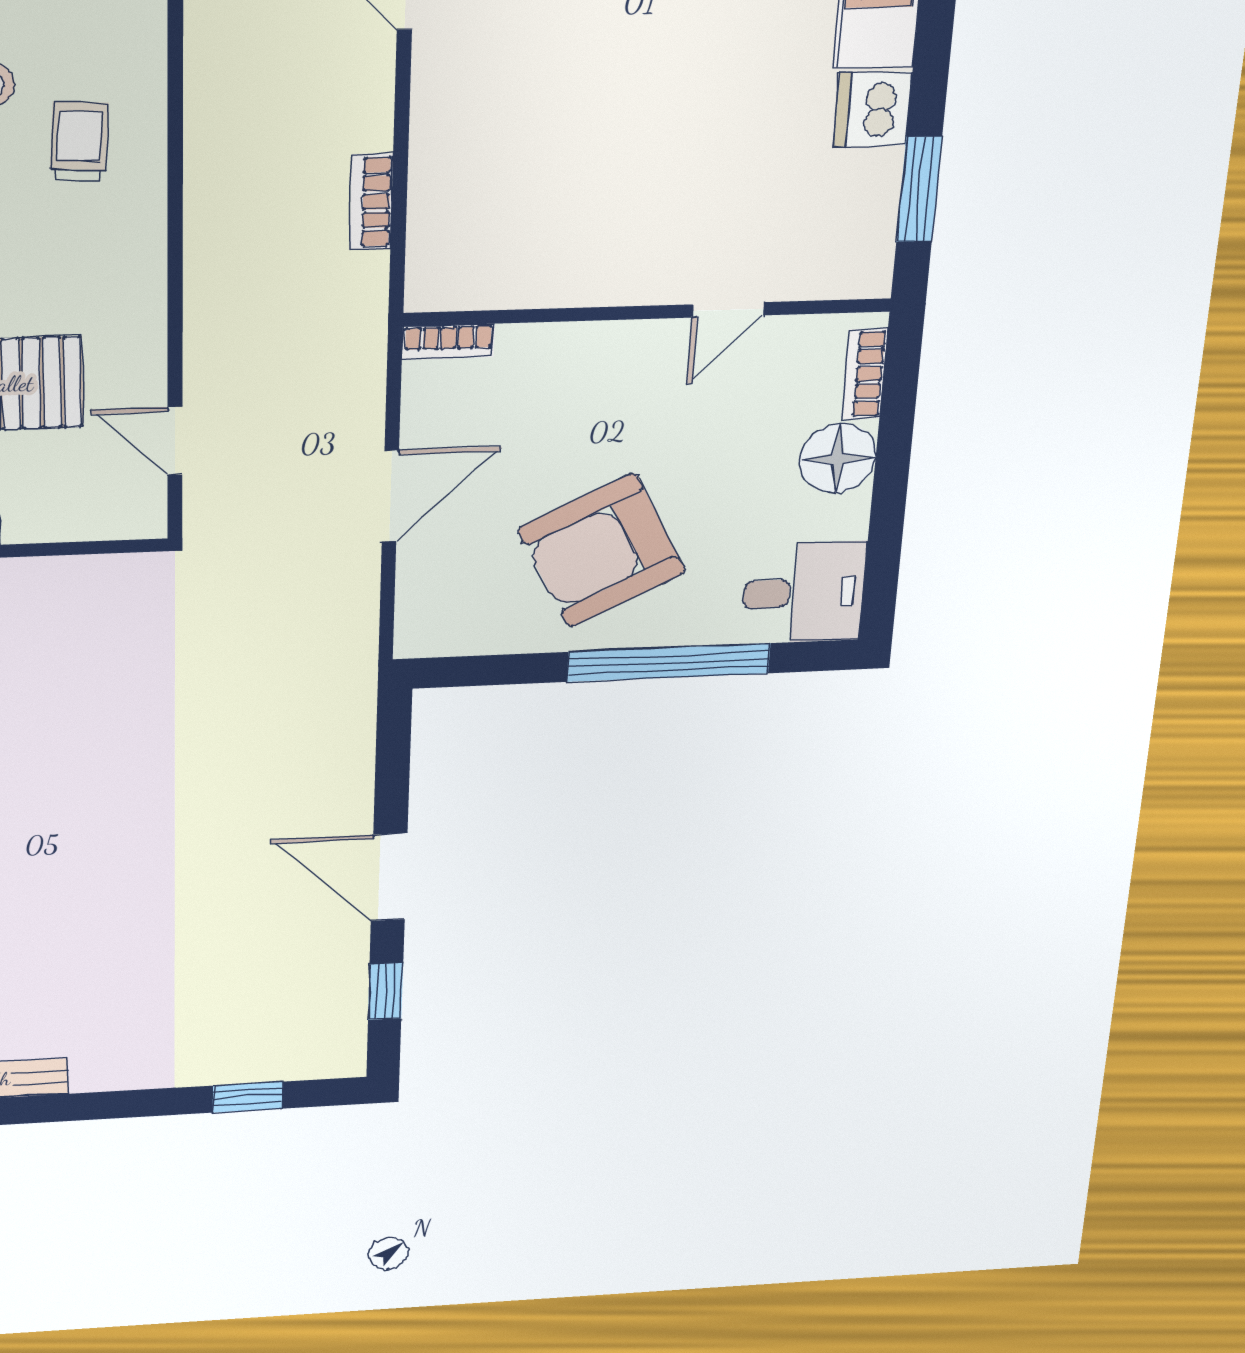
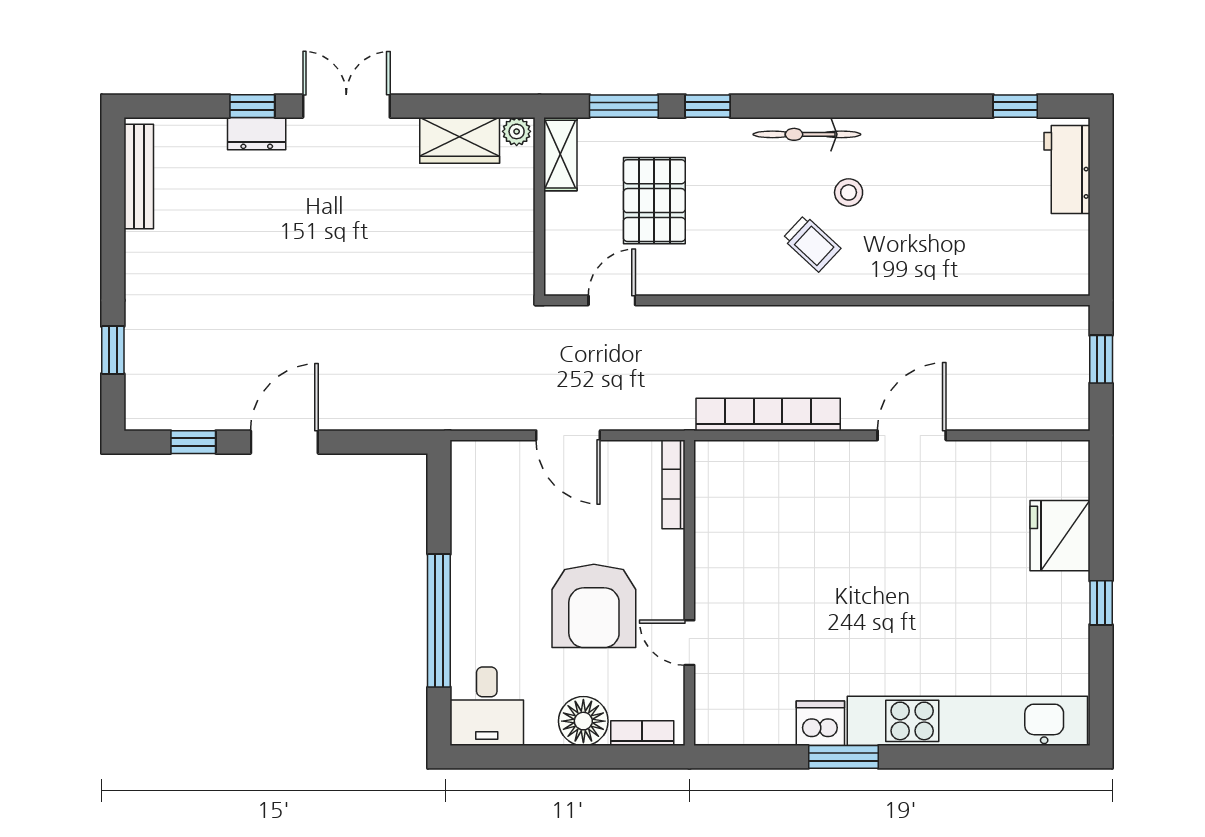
trolley: (79, 141) -> (812, 244), turned 40
window: (919, 189) -> (843, 757), moved
bookcase: (371, 202) -> (768, 414), width x2.31, depth x1.31
bookcase: (448, 342) -> (674, 484), width x1.56
armchair: (602, 551) -> (594, 606), moved, turned -153

